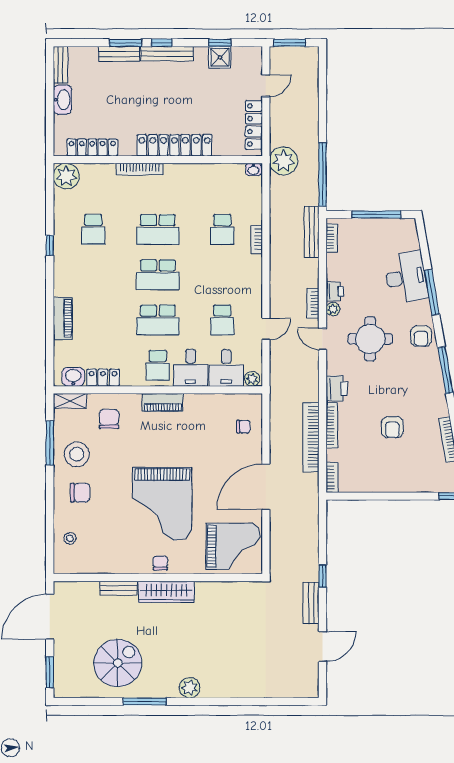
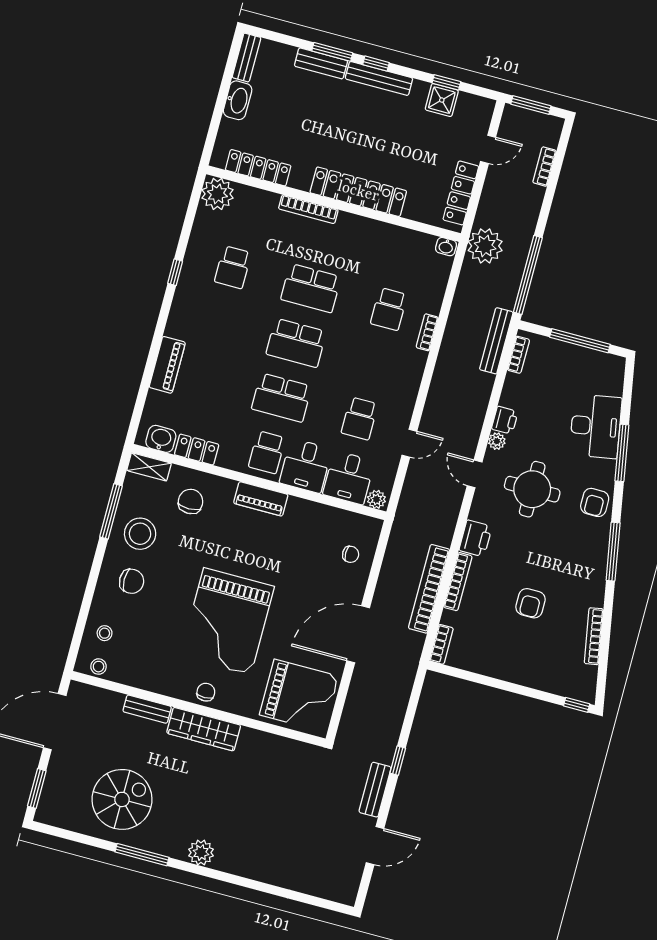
bookcase: (313, 303) -> (545, 167), moved
stool: (72, 565) -> (99, 667), added

